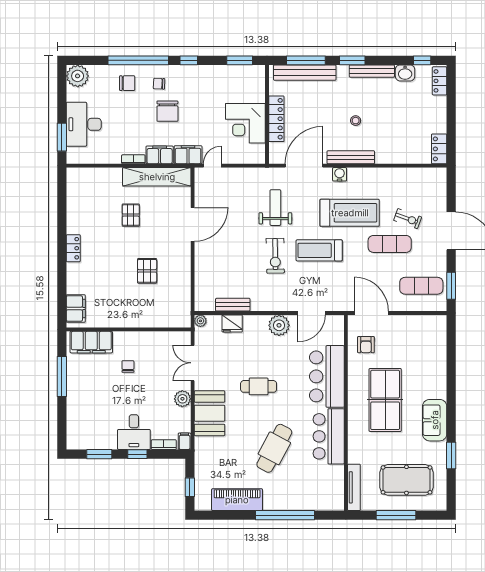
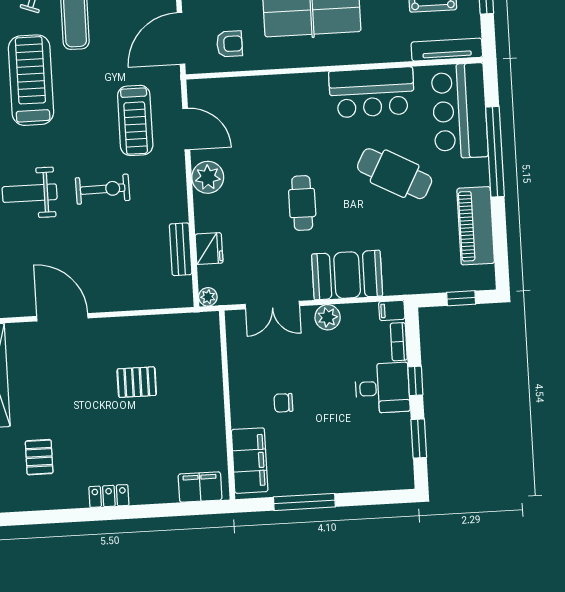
pallet: (131, 215) -> (39, 457), moved, turned 90
treadmill: (319, 250) -> (135, 120), moved
bar counter: (327, 376) -> (460, 111), moved, turned 90

